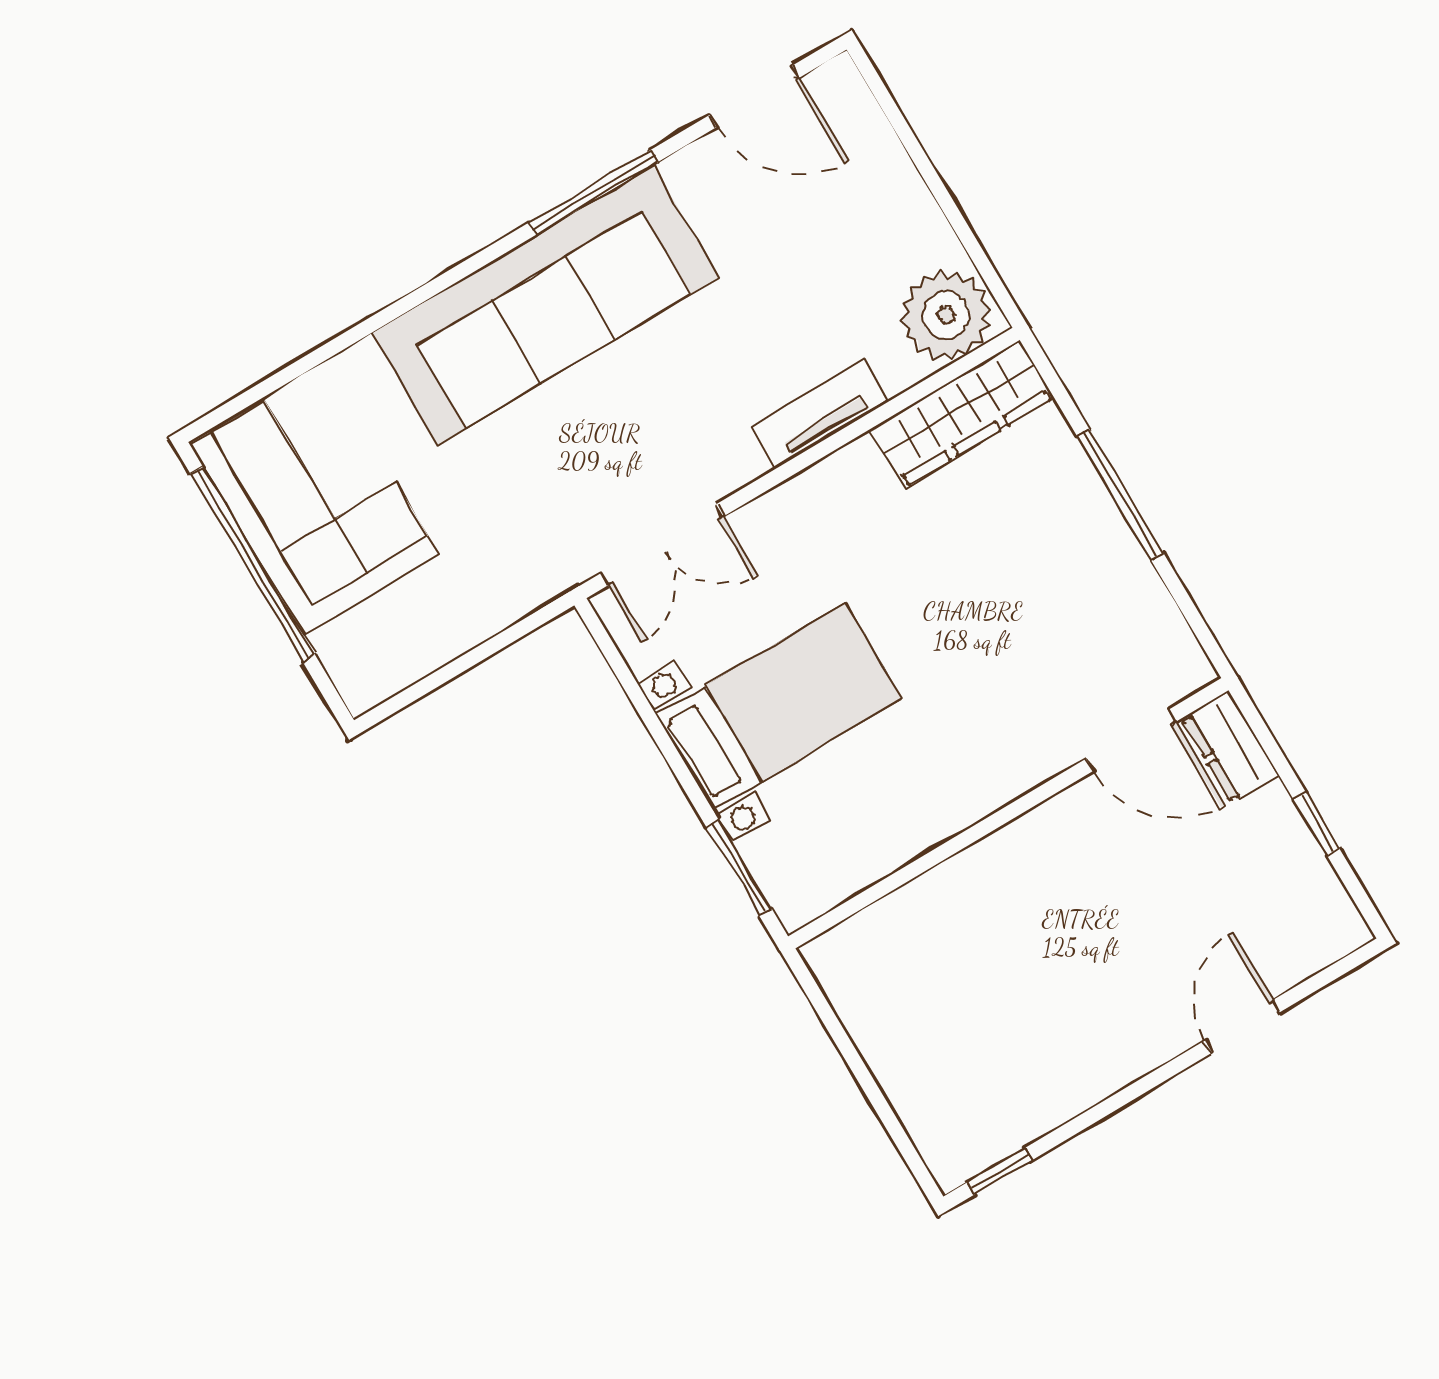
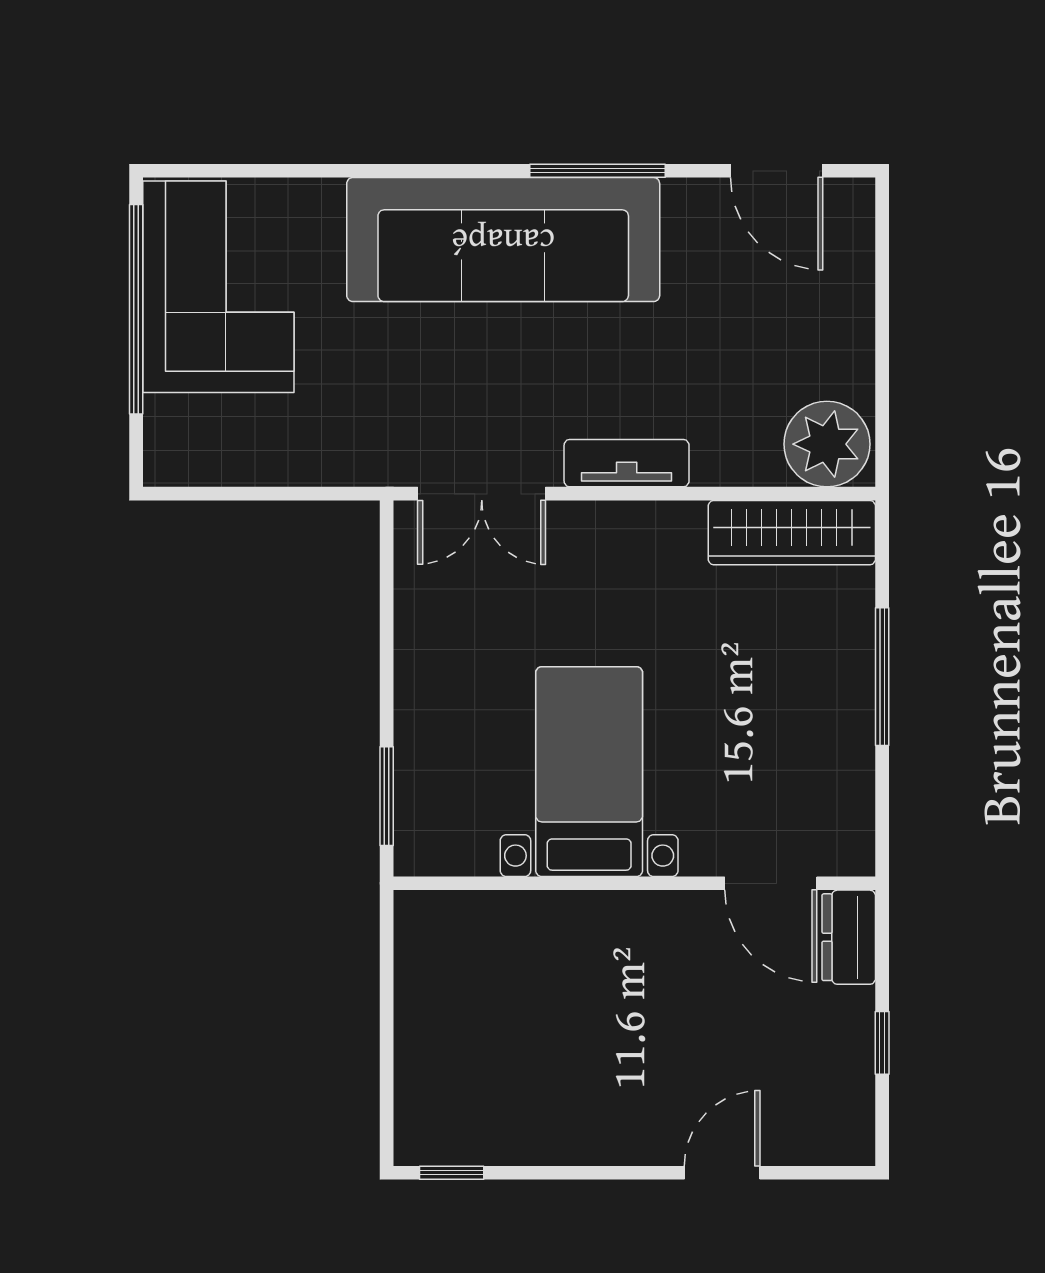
tv unit: (819, 414) -> (627, 463), moved
bed with nightstands: (779, 707) -> (589, 772), moved, turned -90

